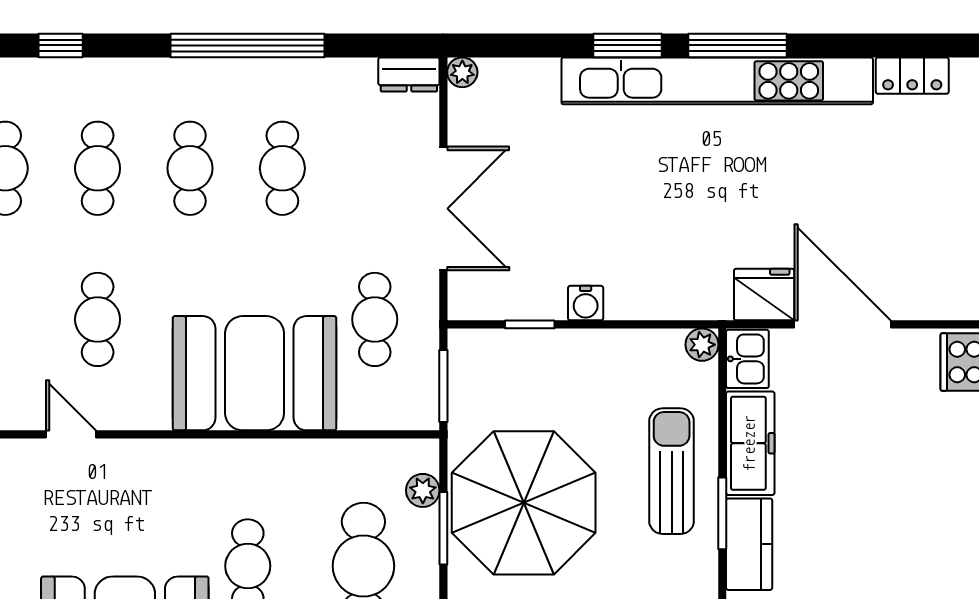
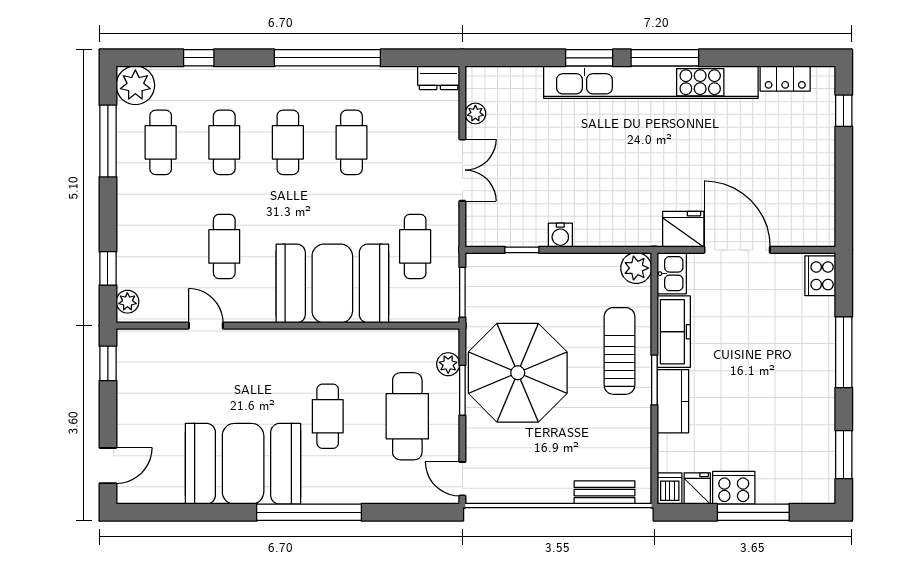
plant: (462, 72) -> (475, 113), moved
double door: (443, 209) -> (462, 170), width x0.73
plant: (702, 345) -> (636, 268), width x1.38, depth x1.38

